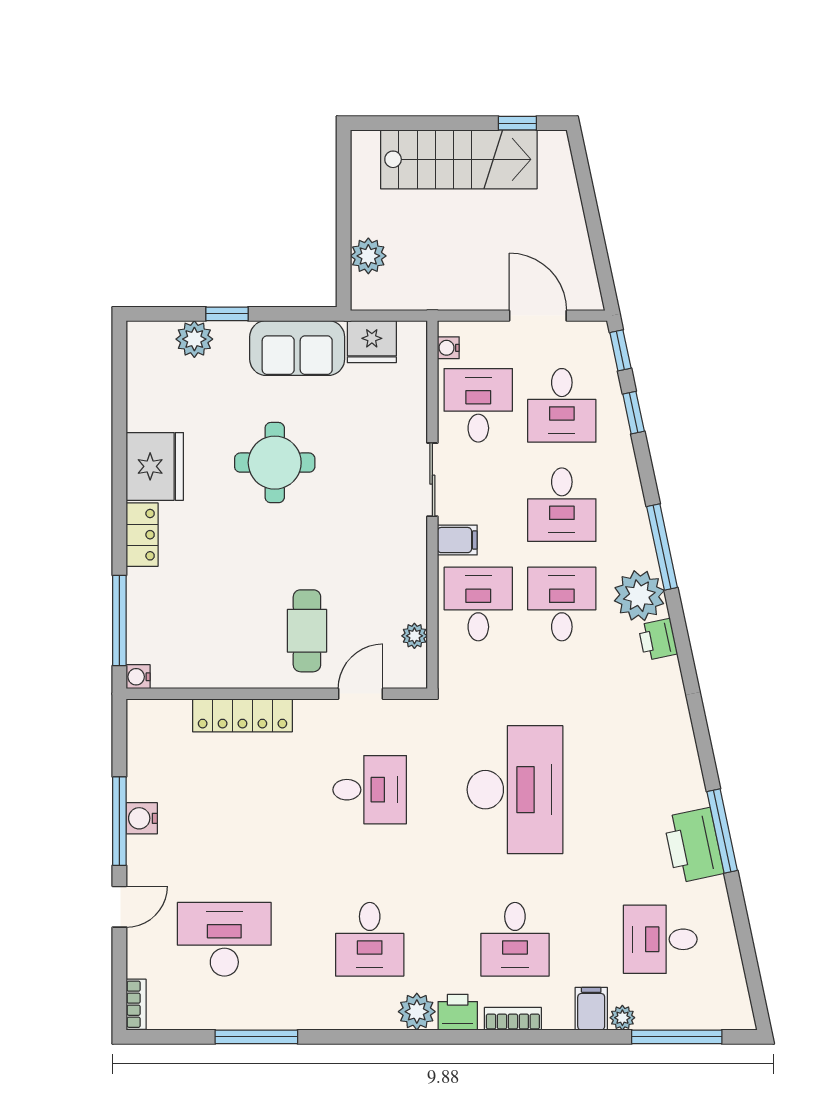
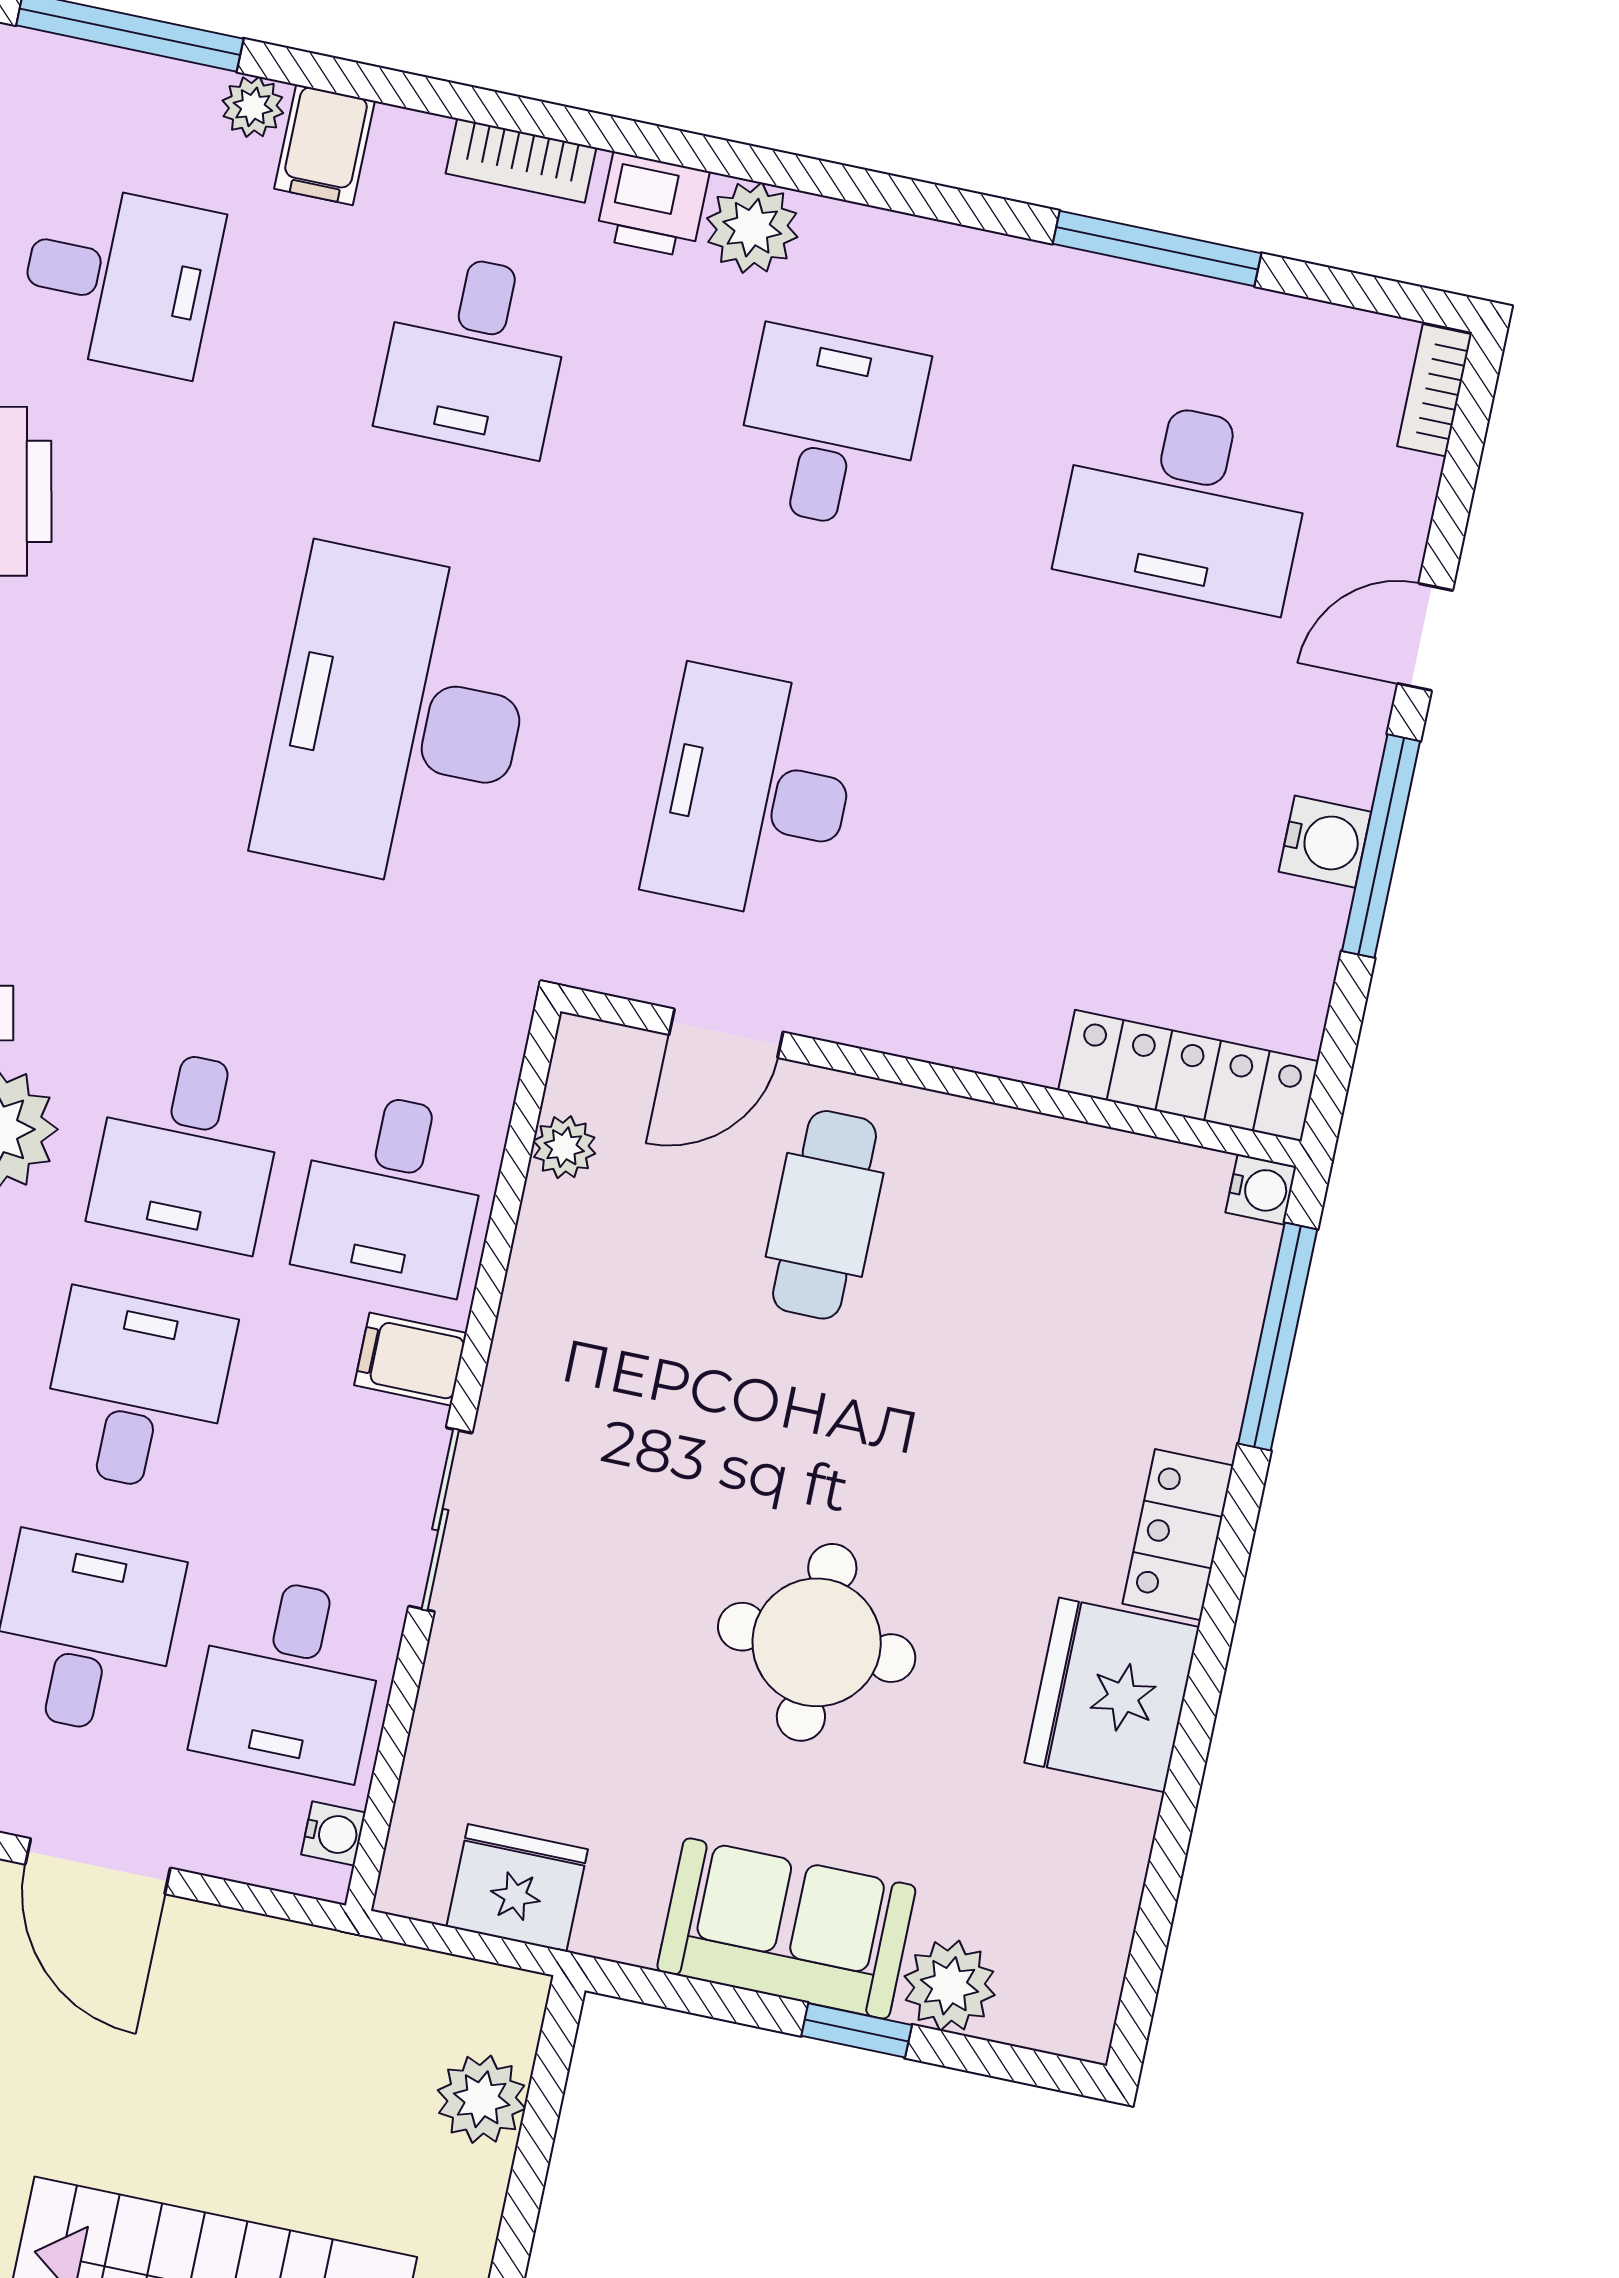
sofa: (297, 348) -> (786, 1928), moved
locker: (242, 715) -> (1188, 1076), moved
desk: (370, 790) -> (753, 794), width x1.37
desk: (515, 939) -> (475, 354), turned 180

